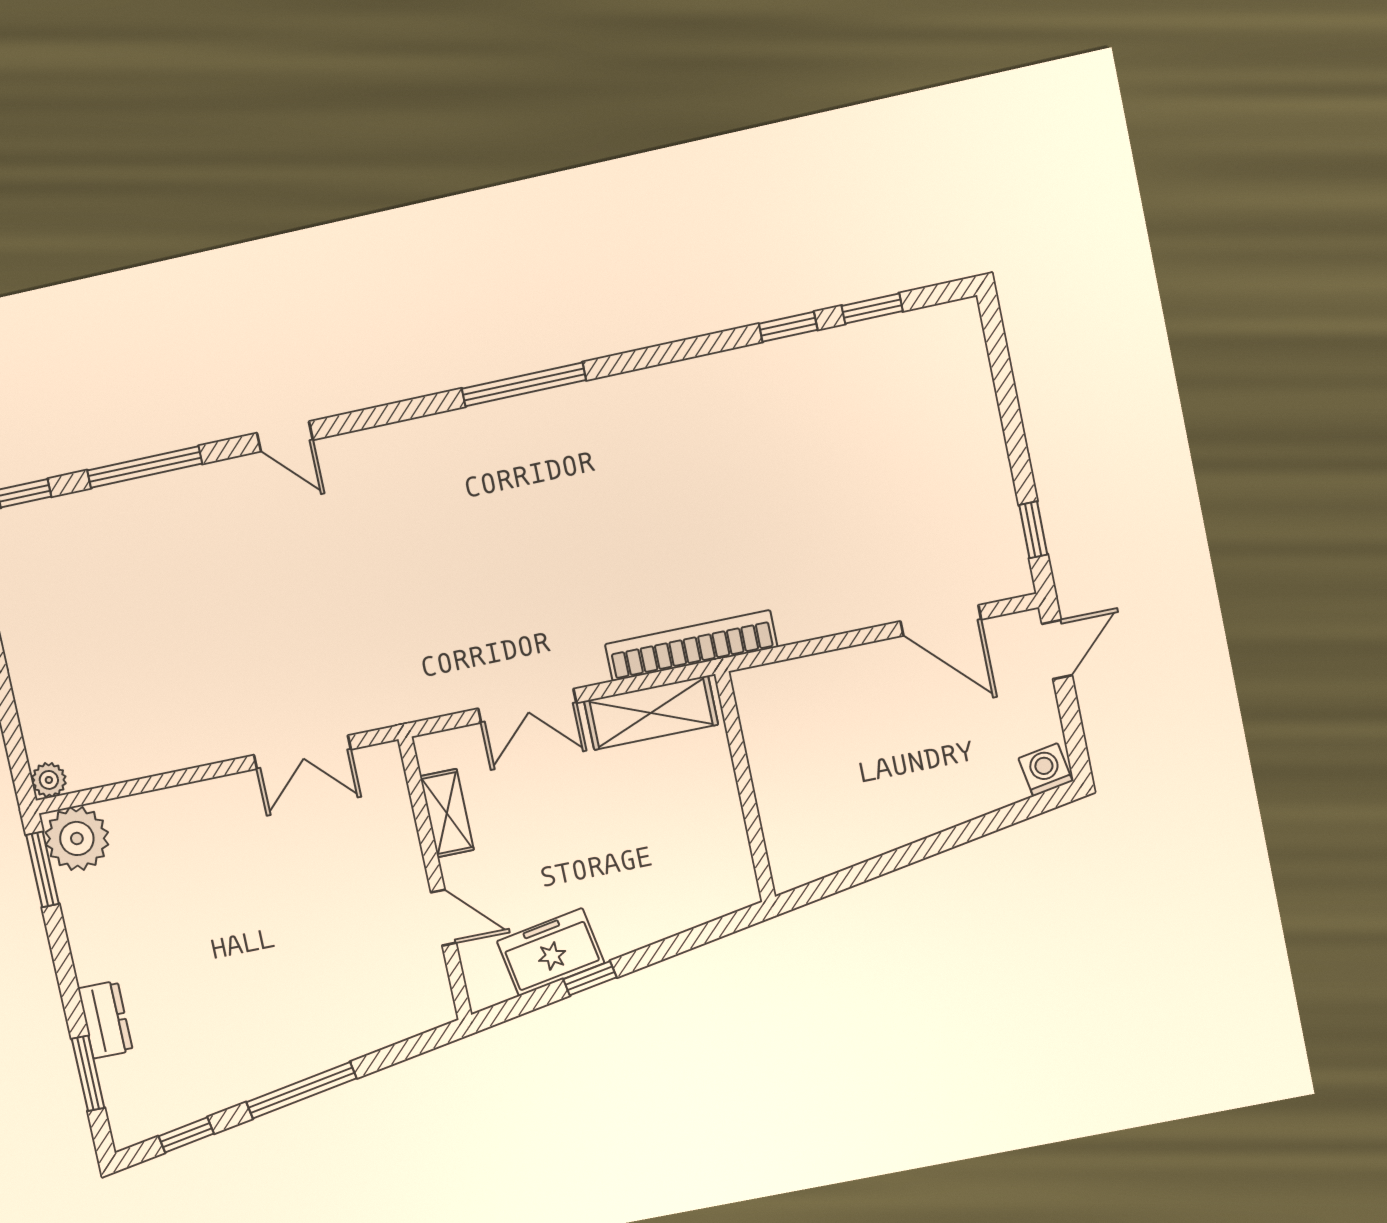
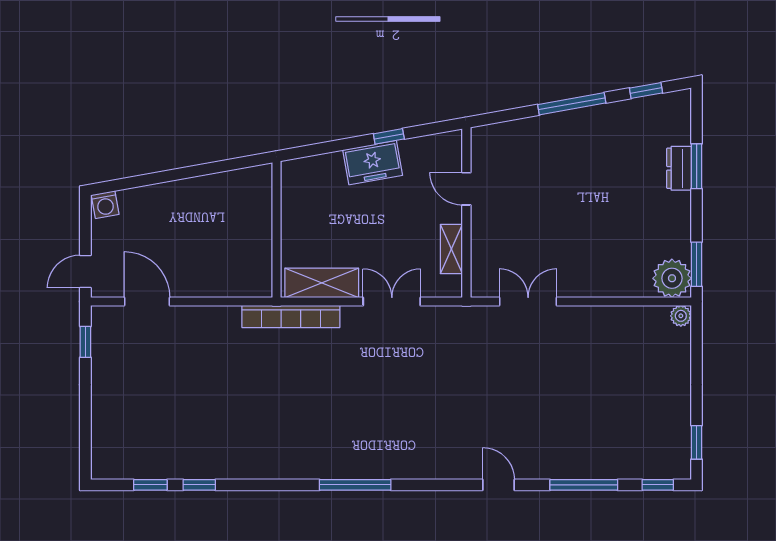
freezer: (551, 952) -> (373, 163), moved
window: (88, 1073) -> (697, 166), moved

